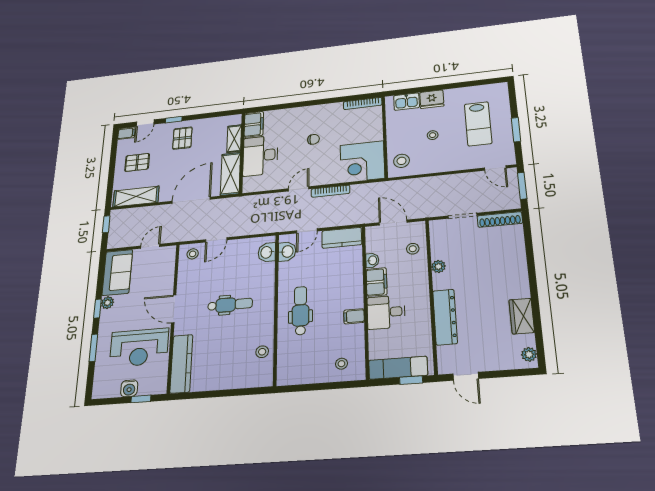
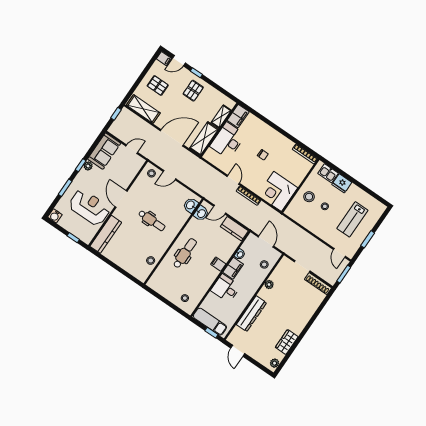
stool: (402, 161) -> (309, 197), moved
door: (299, 189) -> (233, 180), hinge flipped
filing cabinet: (354, 316) -> (218, 264), moved
reception desk: (139, 348) -> (89, 207), turned 180
water cooler: (129, 388) -> (55, 216), moved

